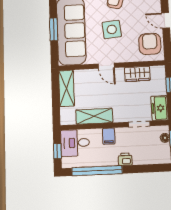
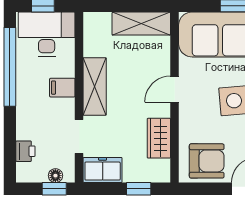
shelving: (94, 116) -> (95, 86), moved
desk: (75, 143) -> (47, 34), width x1.37
printer: (125, 159) -> (25, 151), moved

